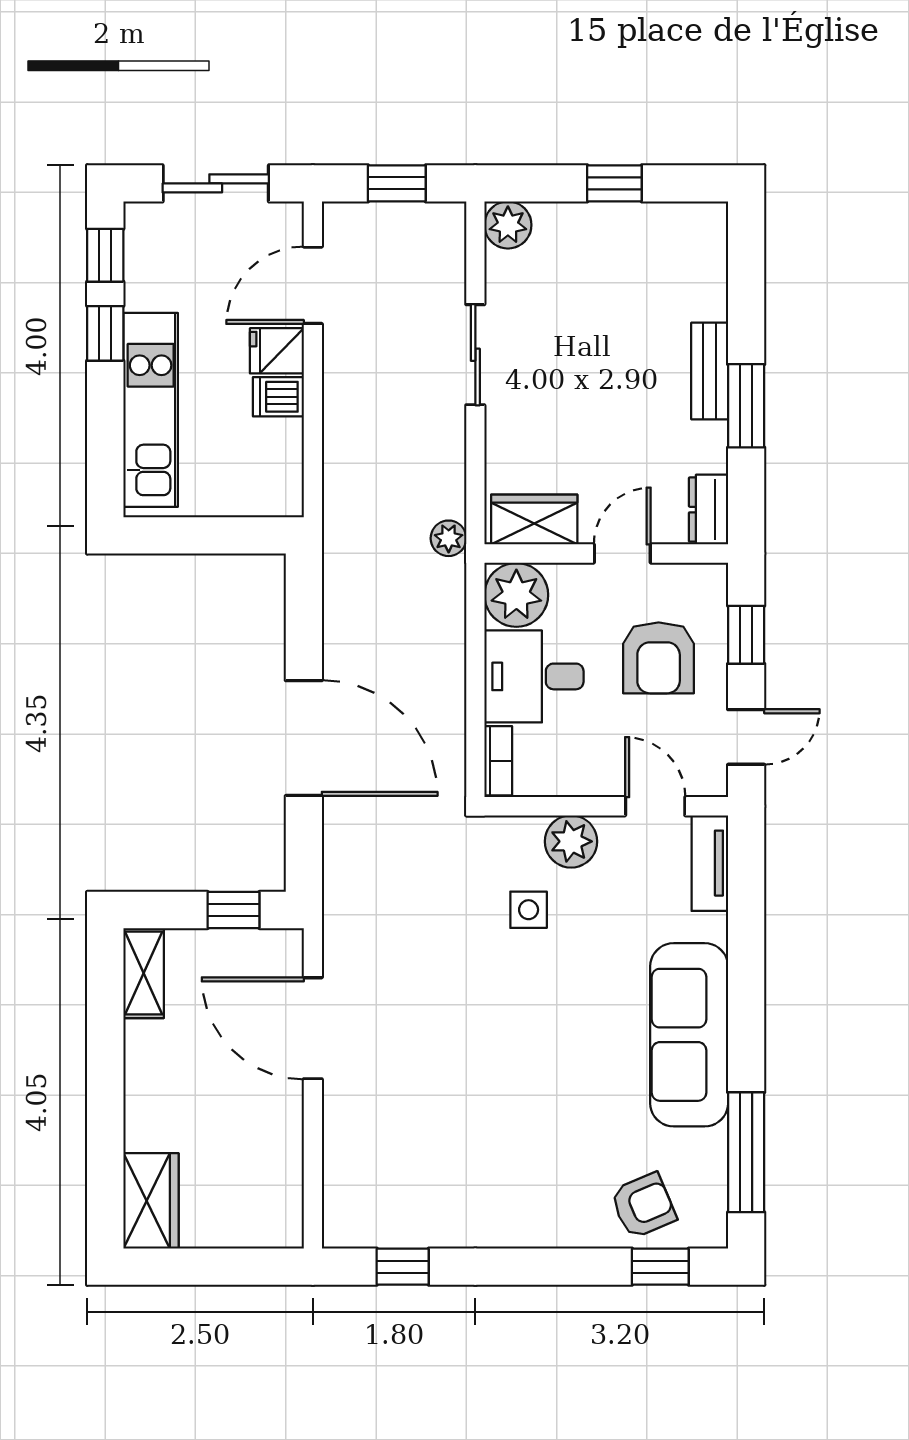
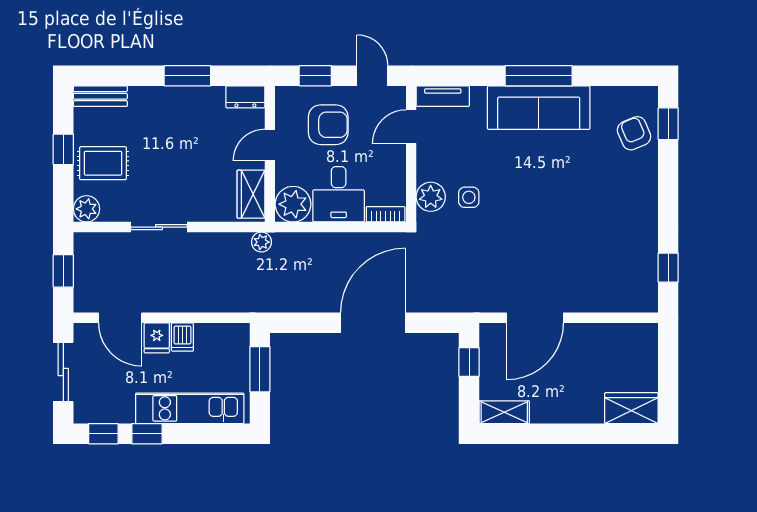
rug: (590, 254) -> (103, 163), added
bench: (710, 371) -> (100, 96), moved
window: (221, 535) -> (260, 369), added
door: (622, 553) -> (270, 145), hinge flipped
plant: (571, 841) -> (431, 197), moved
window: (746, 1152) -> (539, 76), moved

